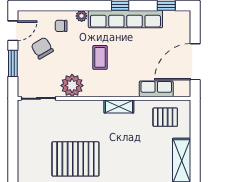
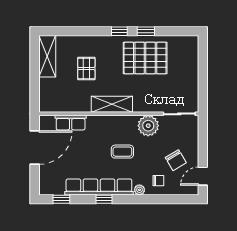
coffee table: (100, 57) -> (122, 152), turned 90
window: (13, 63) -> (203, 146), removed
shelving: (119, 107) -> (112, 104), width x1.50, depth x1.33
pallet: (165, 117) -> (86, 68), moved, turned 90

